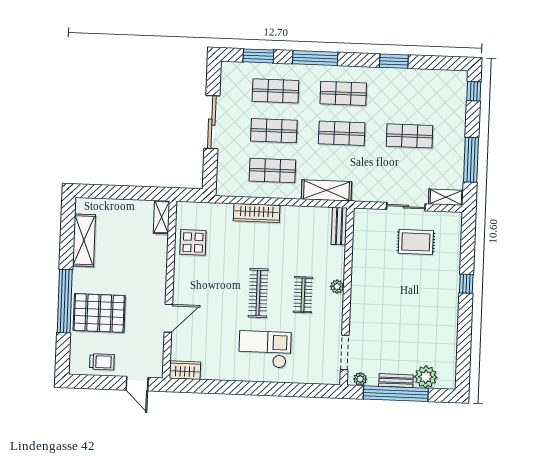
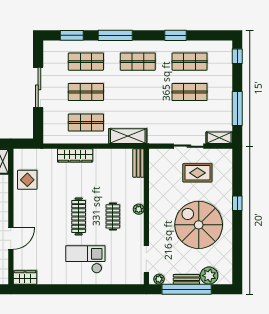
shop shelf: (342, 133) -> (190, 62), moved
spiral stairs: (415, 310) -> (199, 225), added

